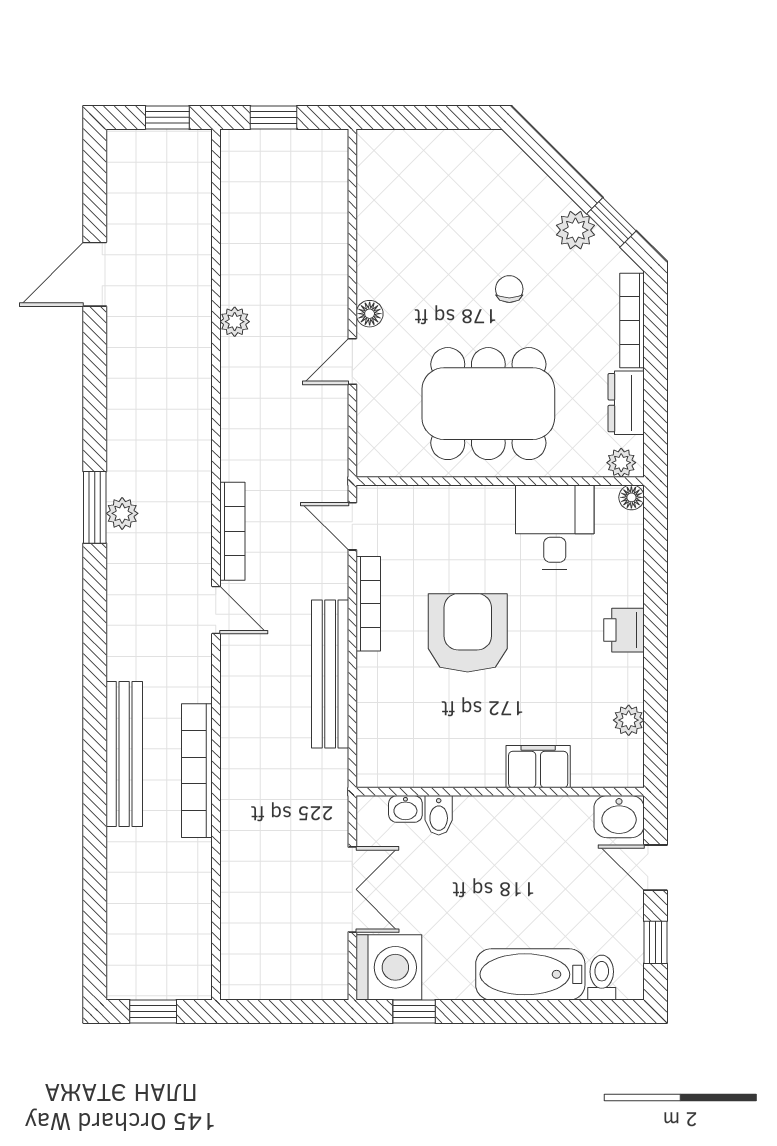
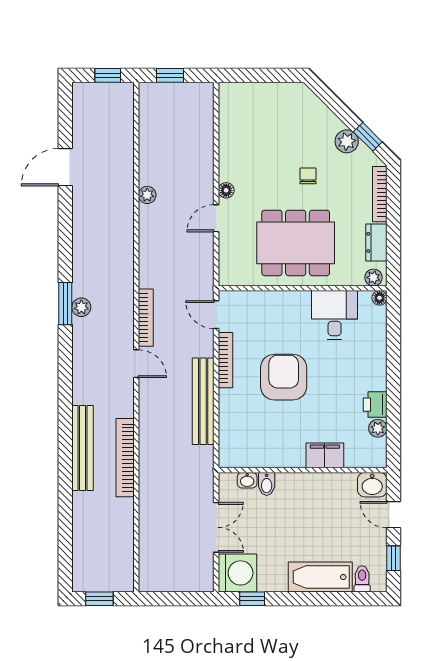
printer: (624, 630) -> (375, 405), moved

